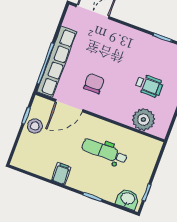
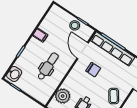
coffee table: (126, 44) -> (114, 96), added

